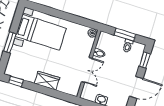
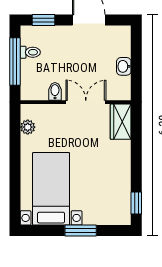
plant: (92, 33) -> (28, 127), moved
window: (125, 35) -> (15, 62), width x1.44
wardrobe: (47, 81) -> (121, 122), moved

